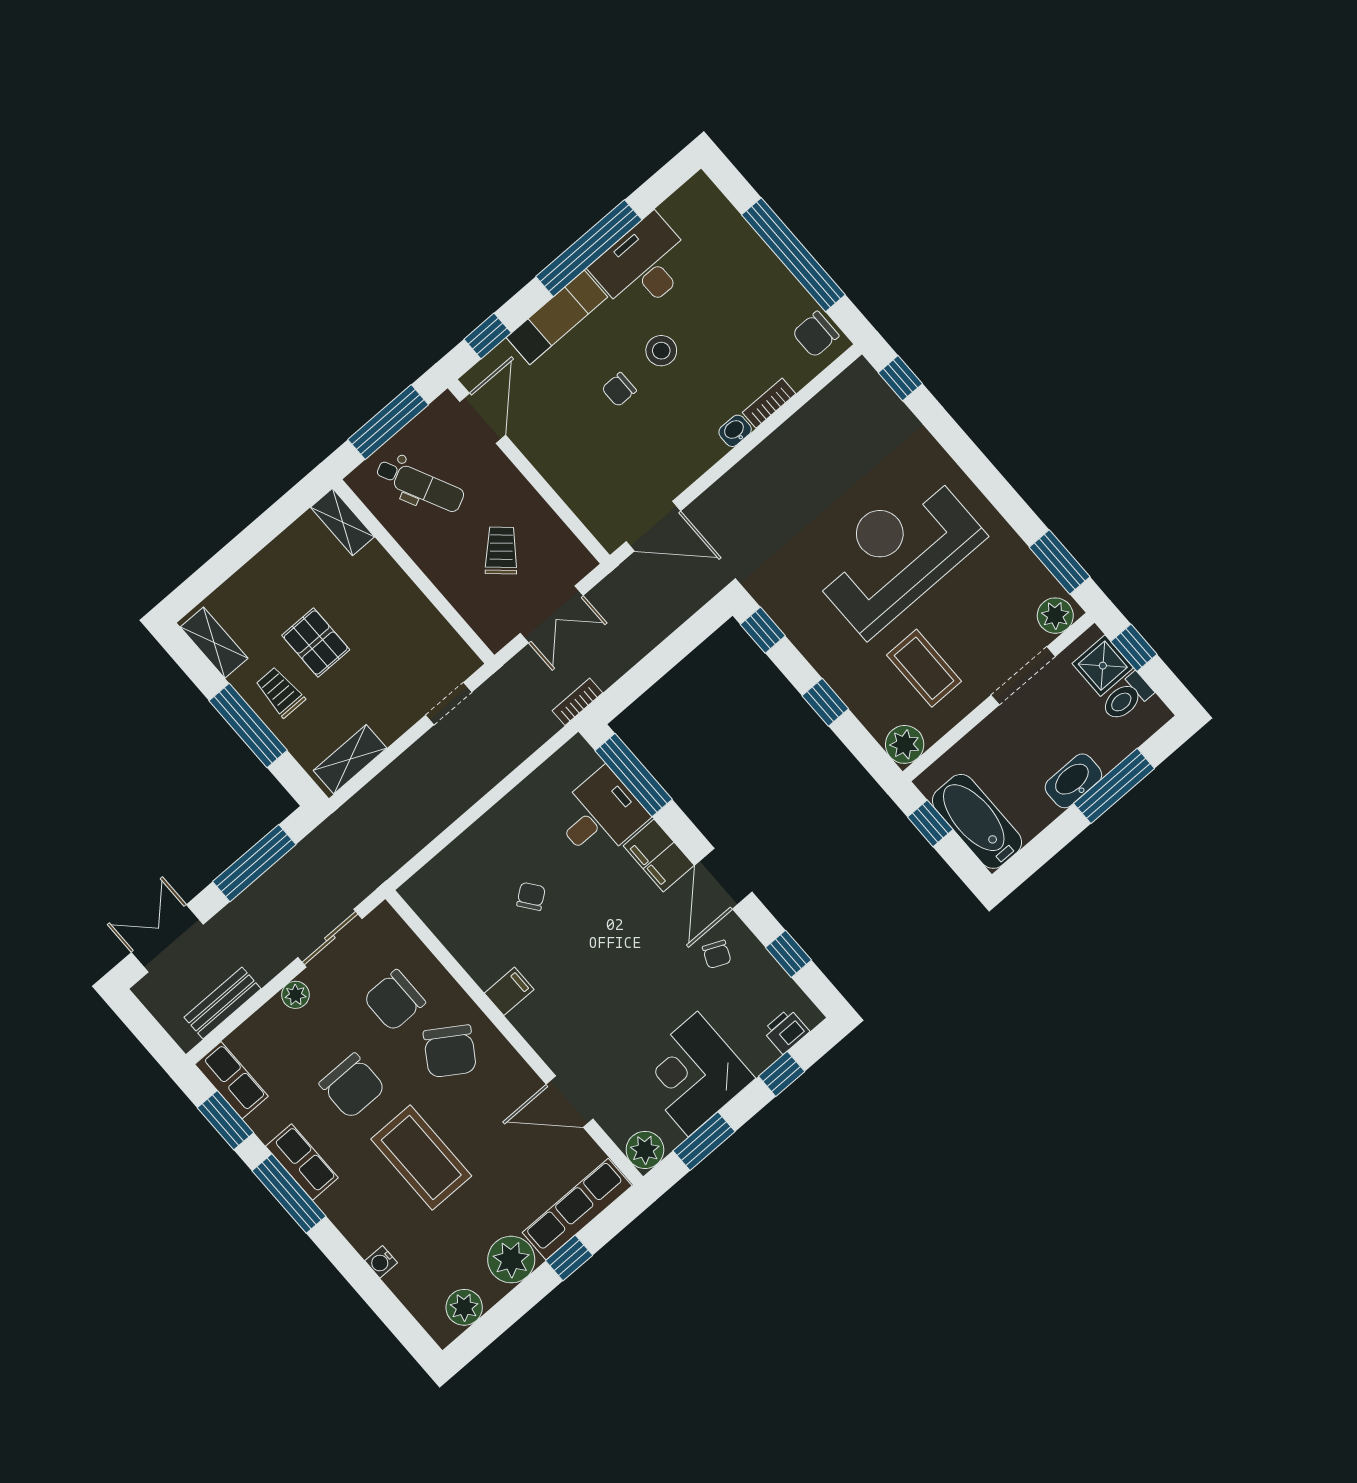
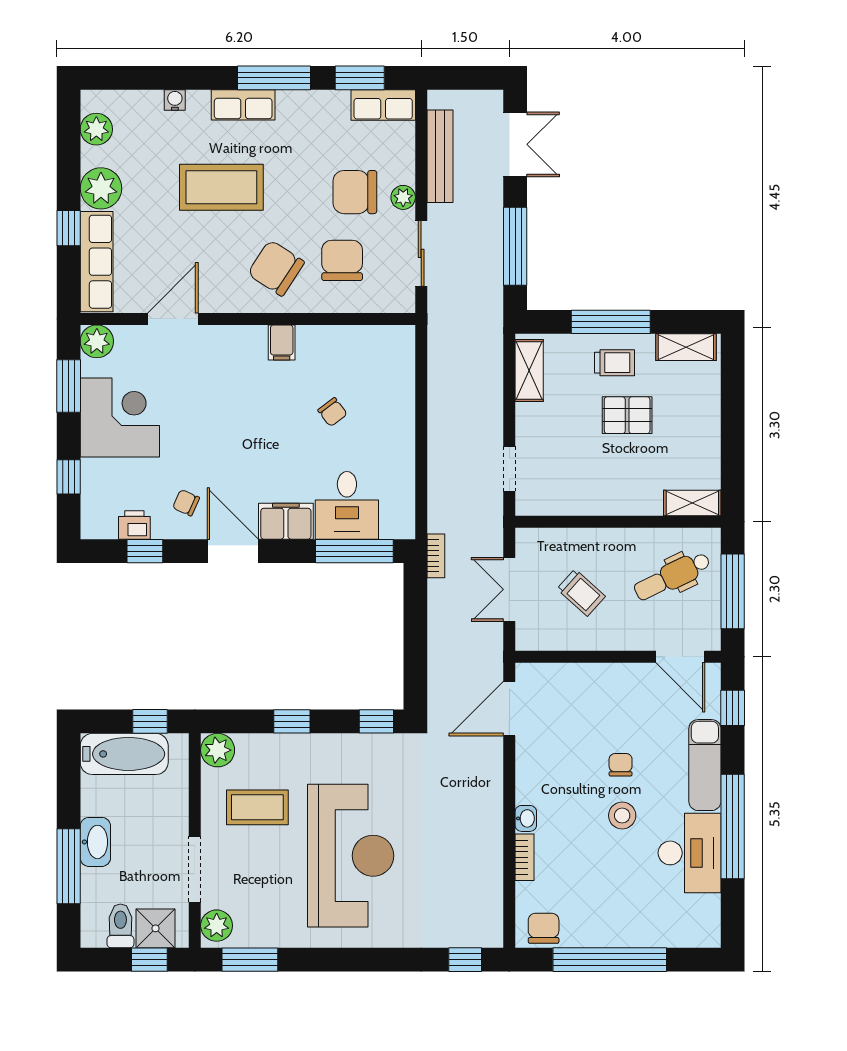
bench: (222, 1003) -> (440, 156), width x1.36
printer: (786, 1031) -> (134, 525), moved, turned -90
chair: (352, 1086) -> (355, 192), moved
row of seats: (302, 1162) -> (243, 105), moved

